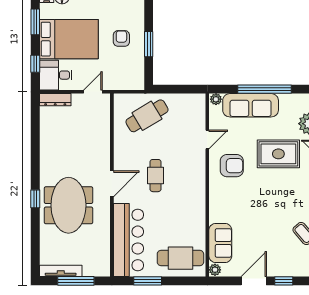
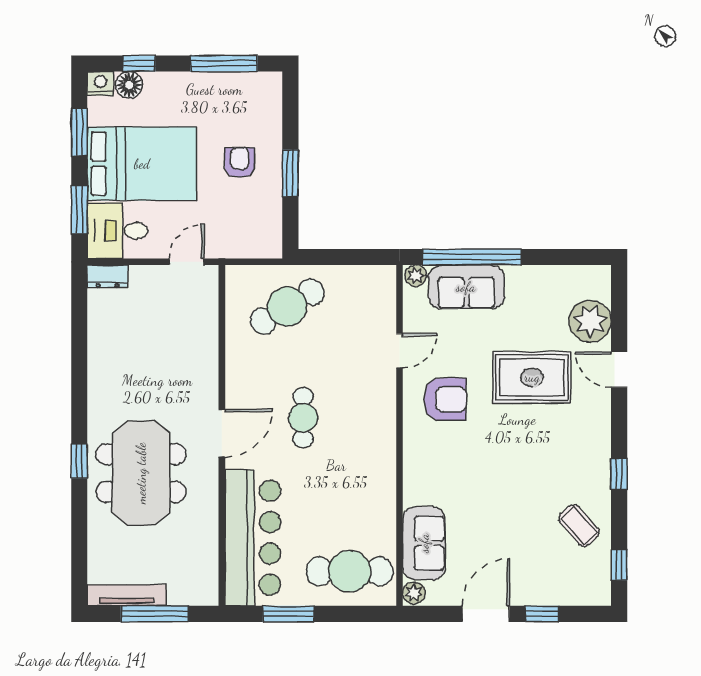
window: (35, 64) -> (79, 210), width x1.50
window: (265, 89) -> (472, 257), moved
dresser: (55, 100) -> (108, 276), width x0.70
sofa: (251, 105) -> (466, 287), width x0.73

